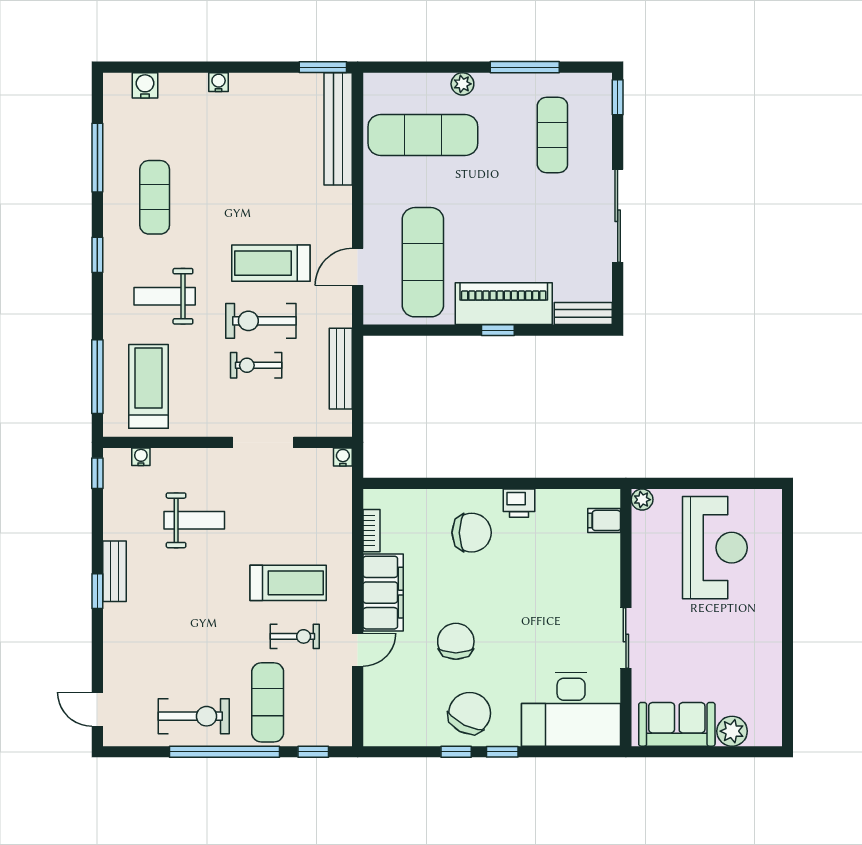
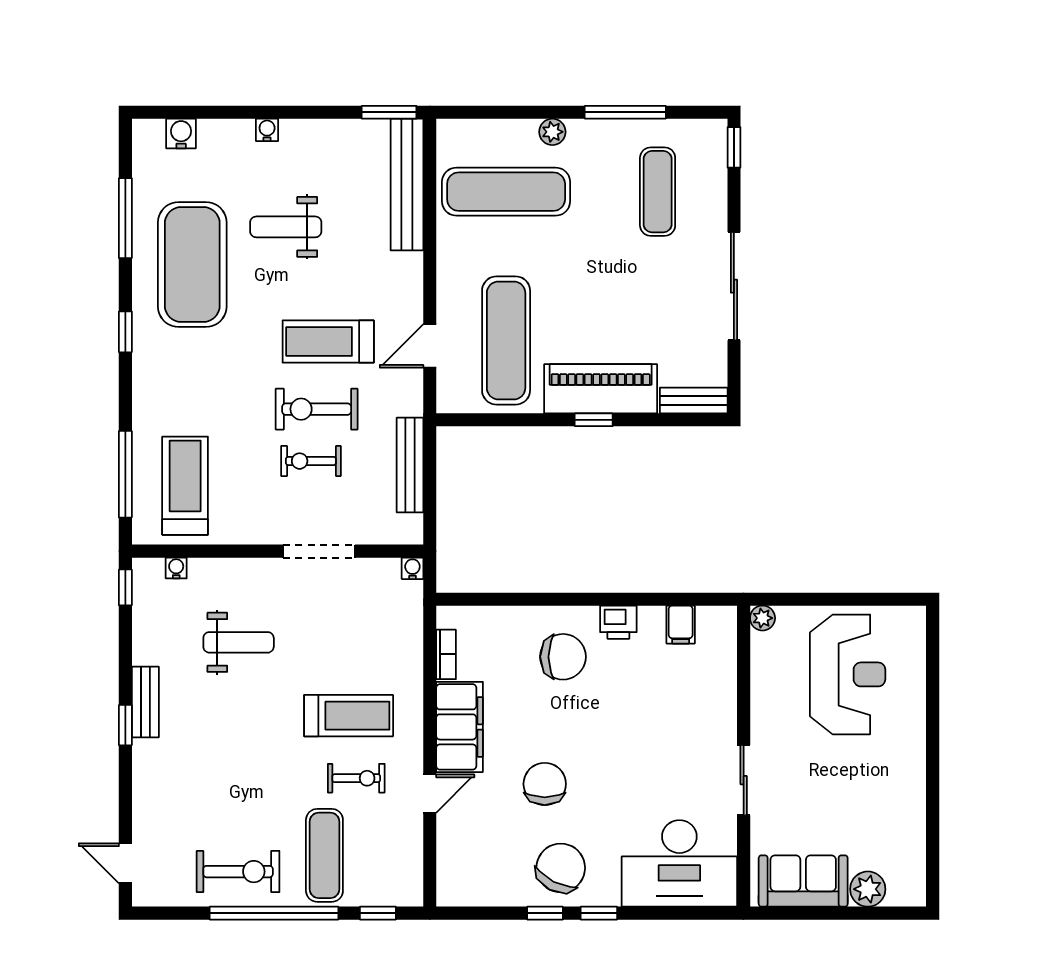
exercise mat: (155, 197) -> (192, 264), width x2.00, depth x1.45
weight bench: (165, 296) -> (286, 227), moved
filing cabinet: (604, 520) -> (681, 625), moved, turned -90

